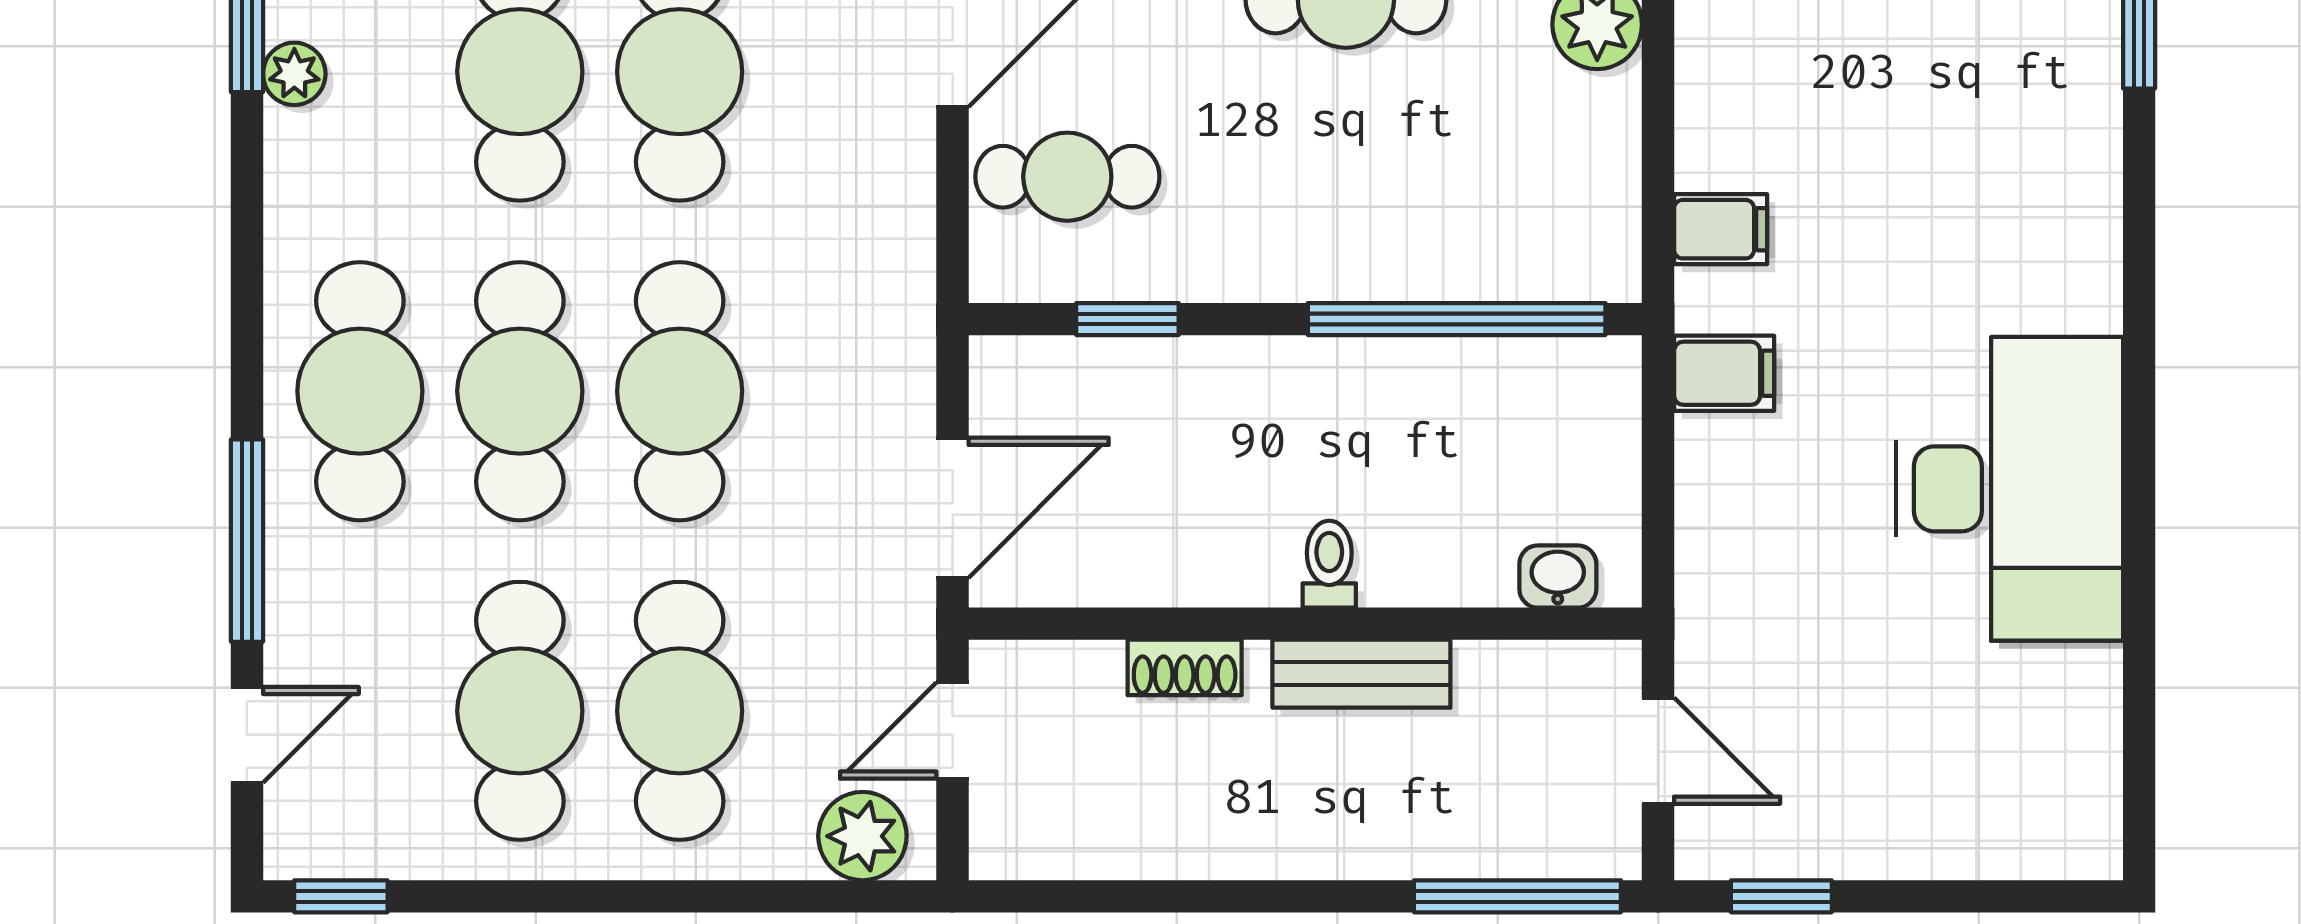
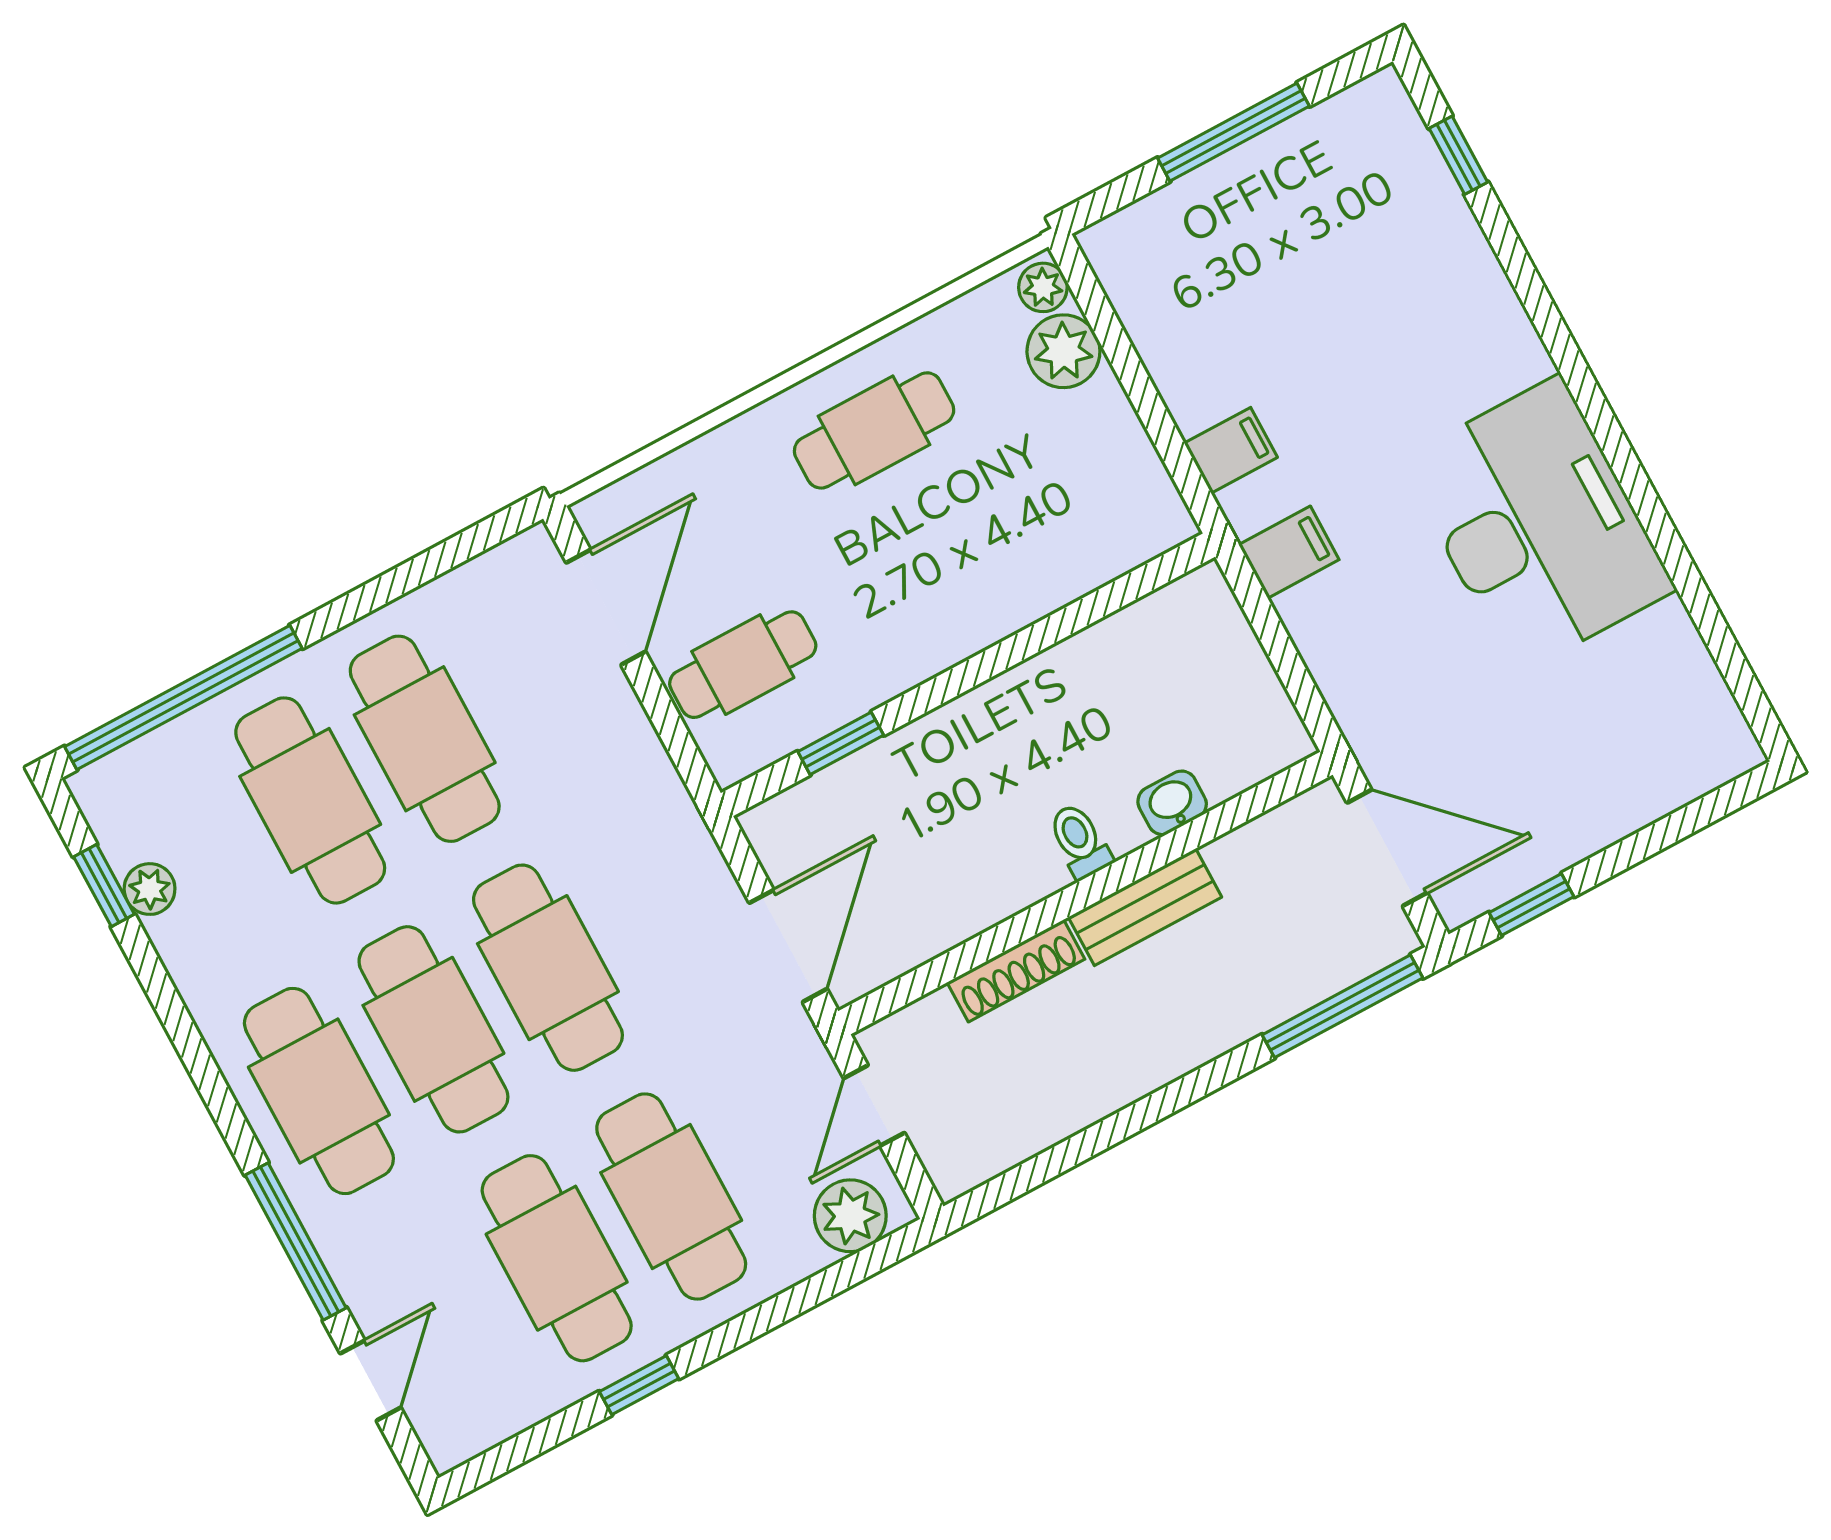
window: (1457, 319) -> (1076, 616), removed
washbasin: (1558, 577) -> (1172, 803), moved
shoe rack: (1185, 667) -> (1016, 971), width x1.43
door: (1658, 751) -> (1387, 848), width x1.38
window: (341, 896) -> (639, 1385), moved

